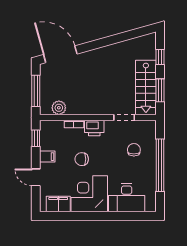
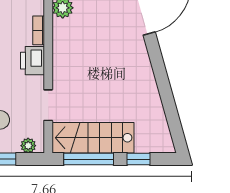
window: (160, 90) -> (89, 159), width x1.44
plant: (151, 131) -> (28, 146), added

